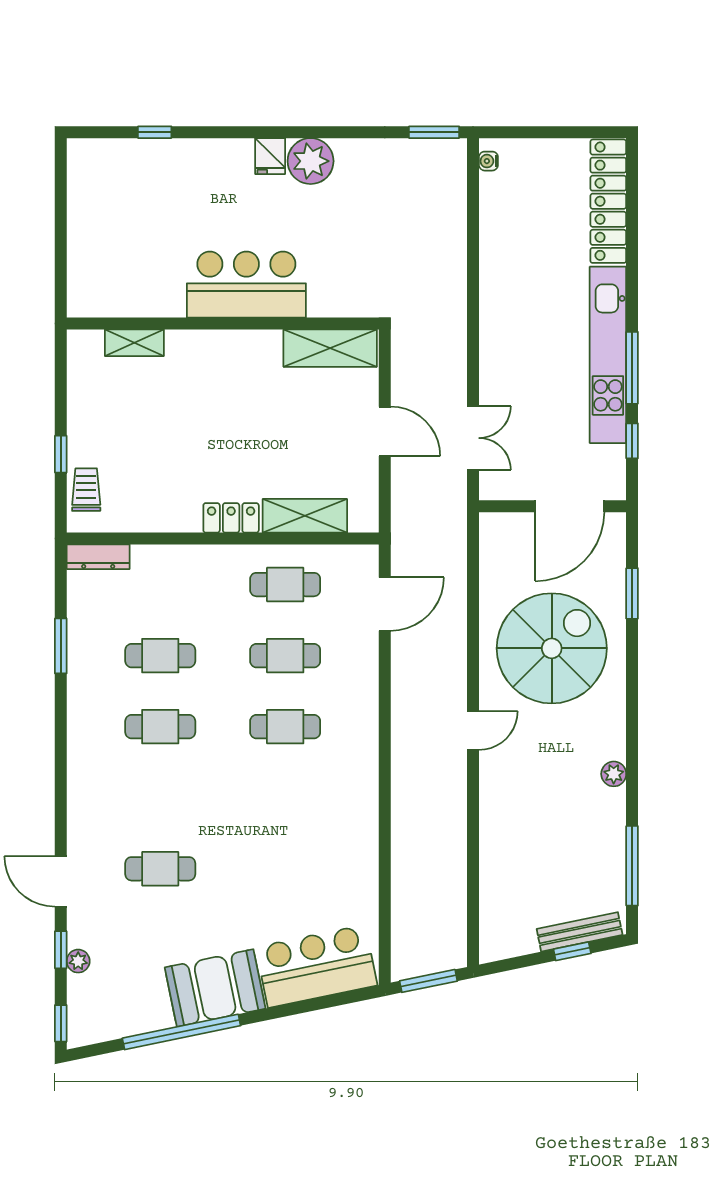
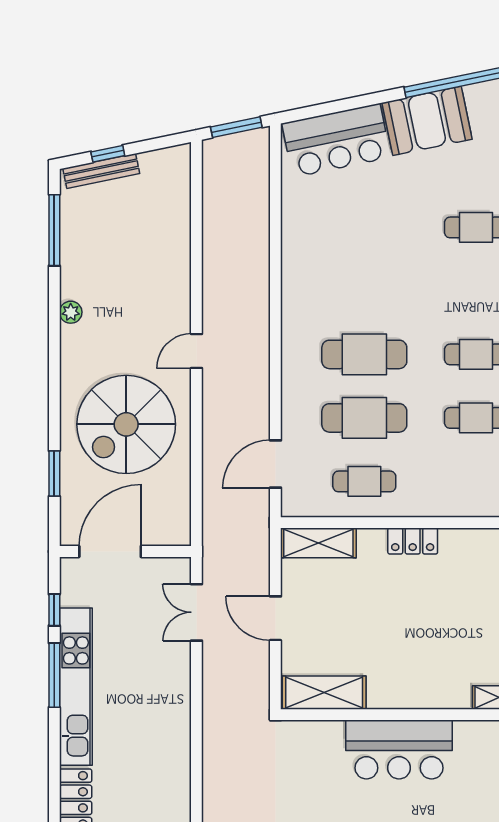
shelving: (305, 516) -> (318, 543), moved
cafe table: (285, 656) -> (364, 418), width x1.37, depth x1.35
cafe table: (285, 727) -> (364, 354), width x1.37, depth x1.35

